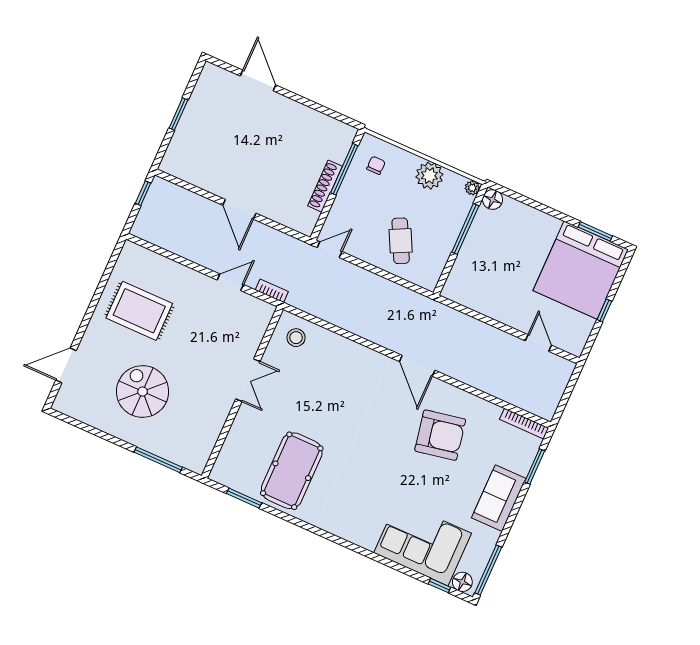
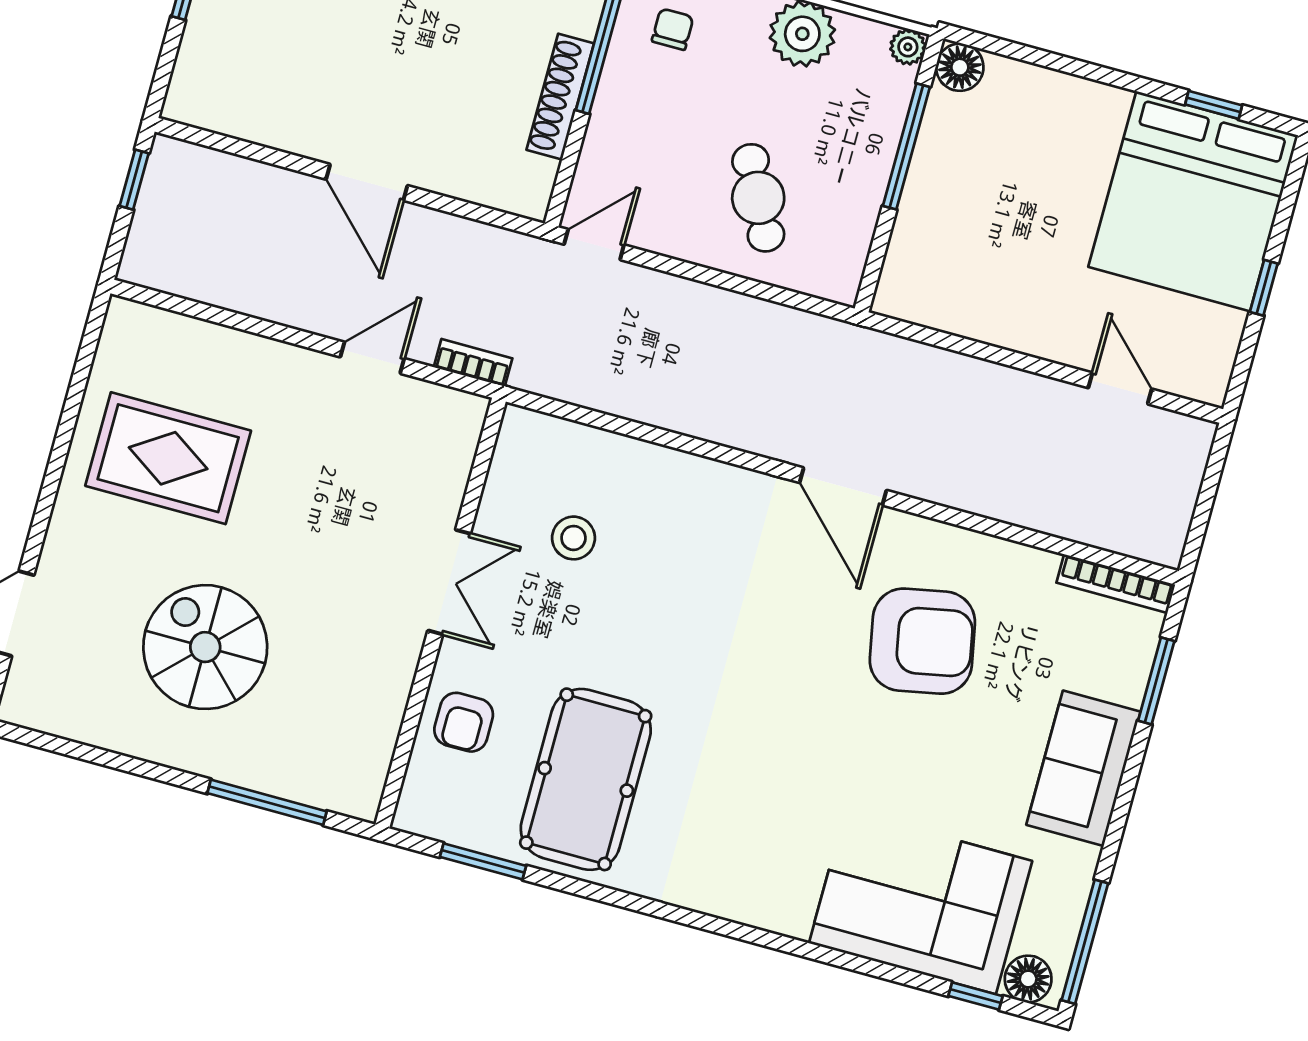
window: (595, 231) -> (1214, 105), width x0.67
stool: (296, 338) -> (574, 538), moved
armchair: (245, 439) -> (464, 722), added

